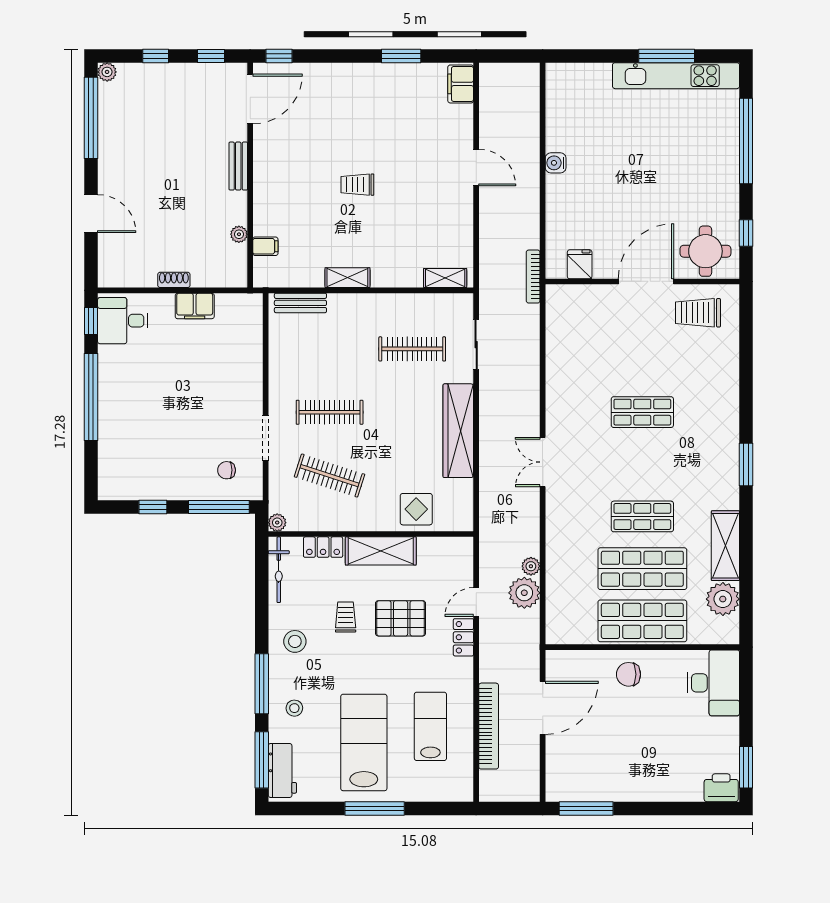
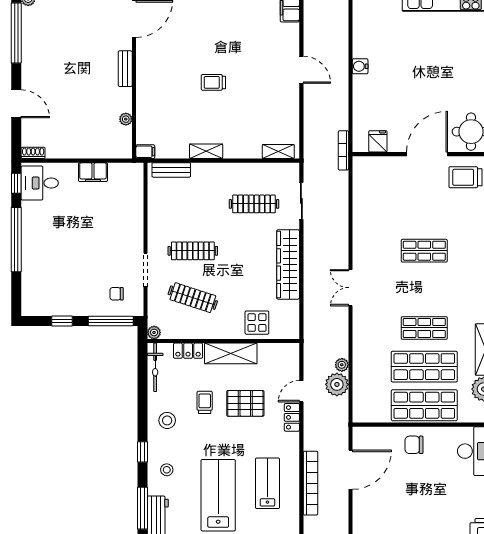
filing cabinet: (265, 246) -> (145, 152), moved
shoe rack: (174, 280) -> (33, 153), moved
window: (262, 684) -> (143, 452), width x0.46

